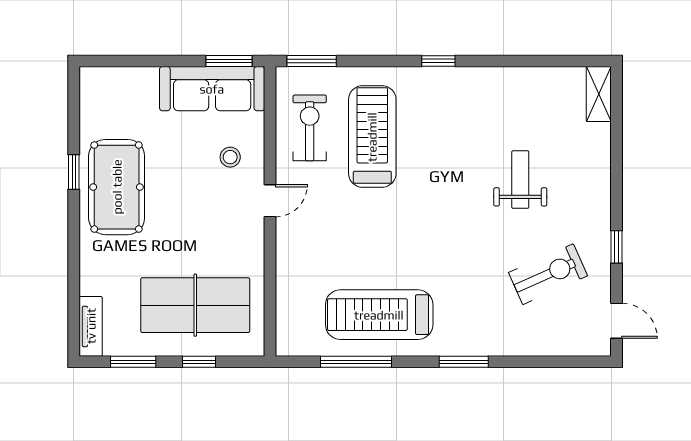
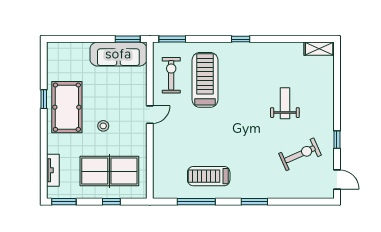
shelving: (599, 94) -> (319, 49), moved, turned 90
stool: (230, 157) -> (103, 126), moved
treadmill: (379, 315) -> (209, 176), width x0.73, depth x0.73
tv unit: (91, 326) -> (53, 170), moved
window: (133, 362) -> (64, 202), moved

